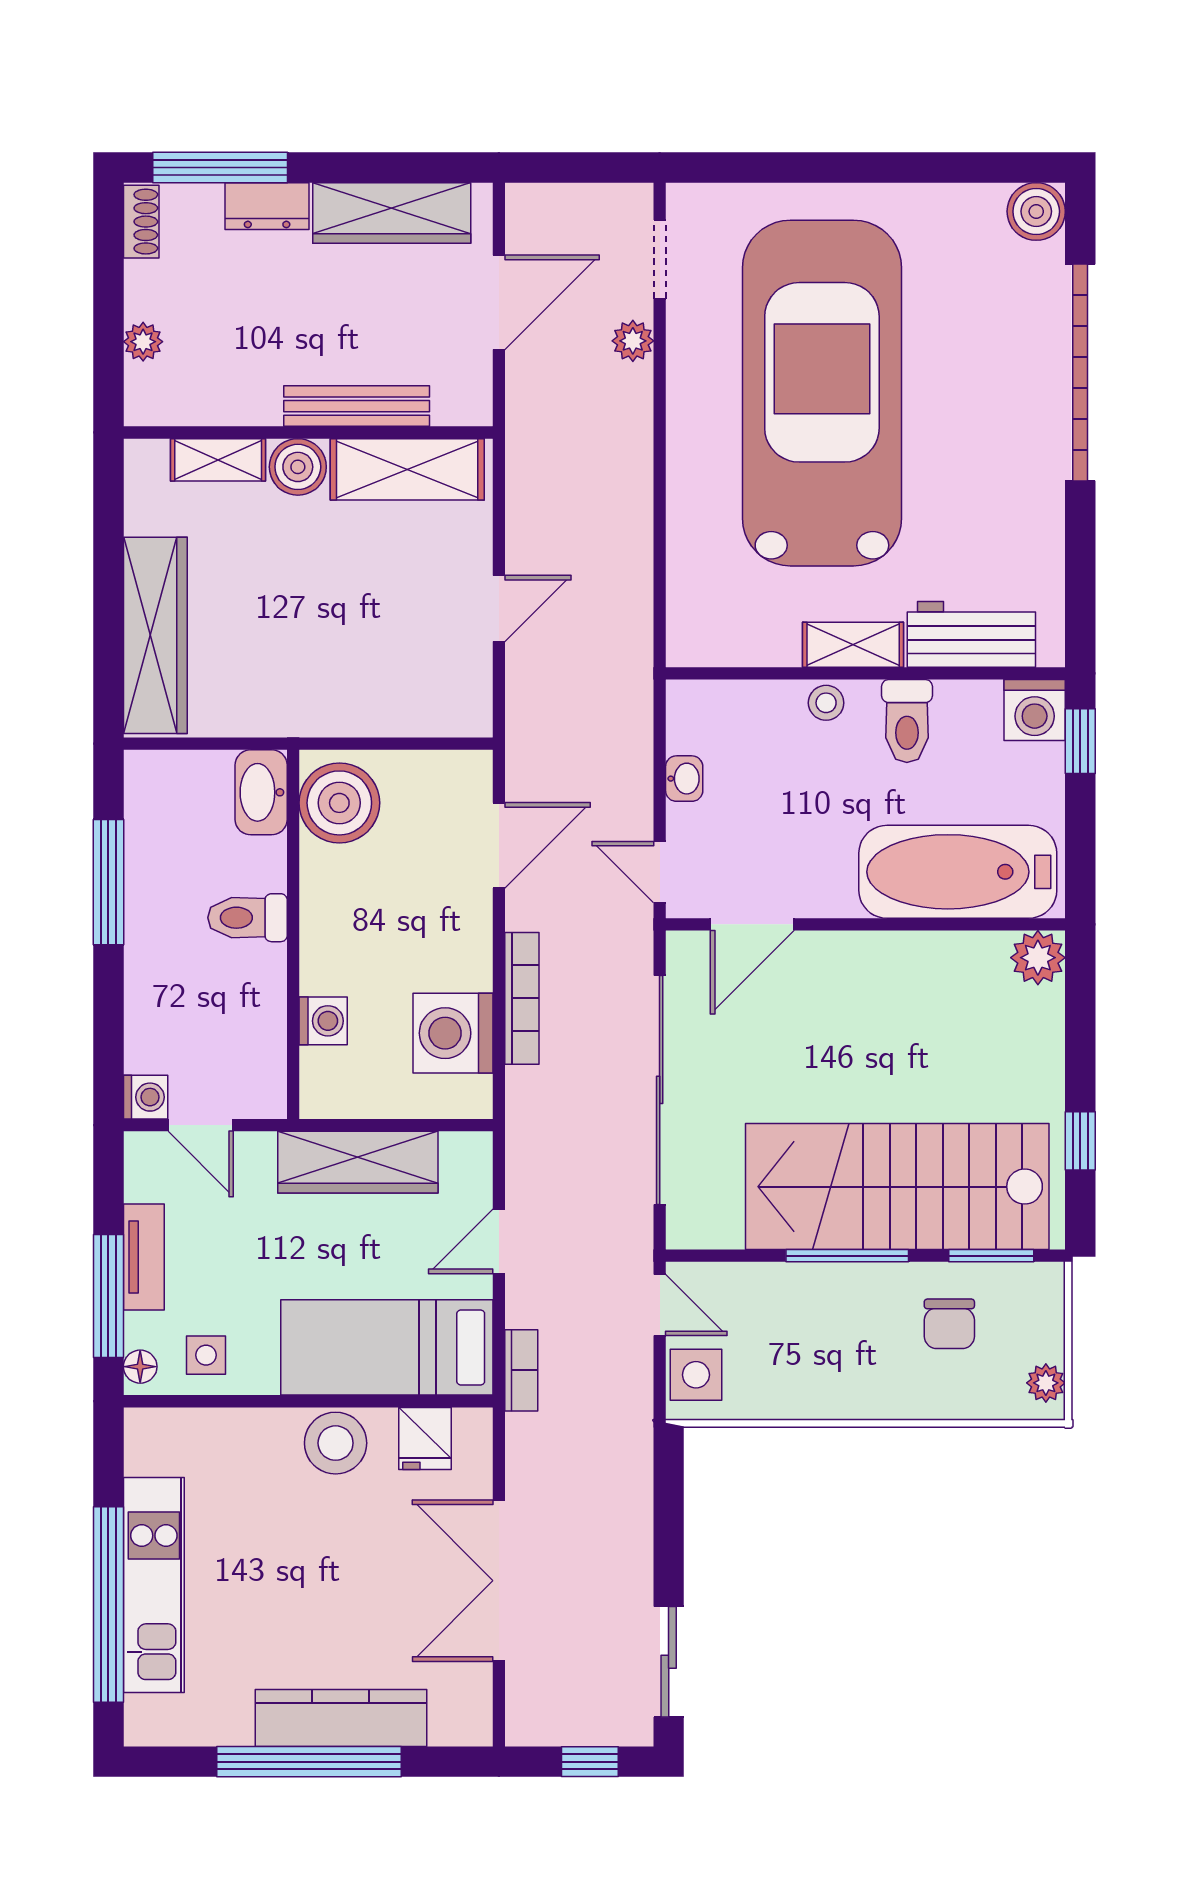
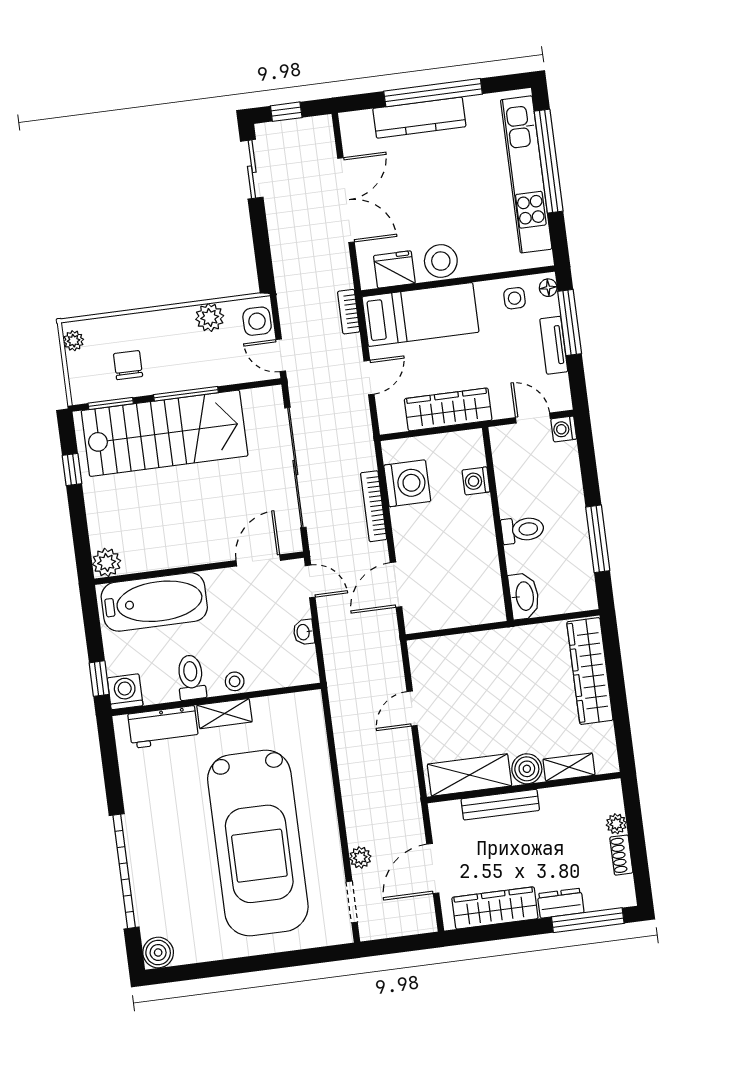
shoe rack: (141, 222) -> (621, 855), moved
boiler: (339, 803) -> (482, 596), removed
plant: (784, 1393) -> (210, 317), added
fridge: (425, 1438) -> (394, 269), width x1.38
kitchen unit: (154, 1585) -> (526, 174), width x1.36

